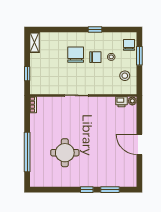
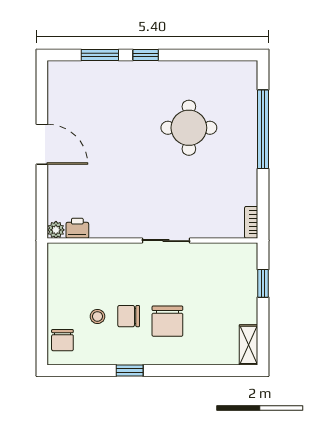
window: (139, 56) -> (42, 319), removed
stool: (125, 76) -> (71, 279), removed

